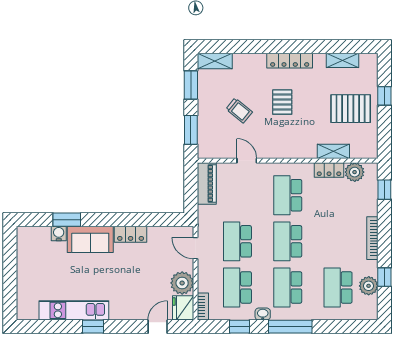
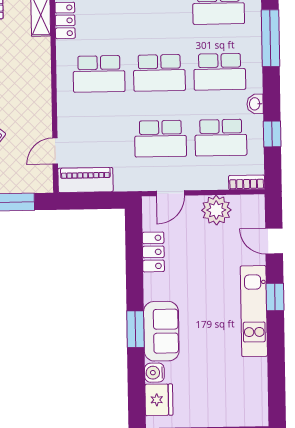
door: (247, 161) -> (55, 151), moved
window: (67, 220) -> (135, 329), moved
locker: (131, 234) -> (153, 252), moved
fridge: (183, 308) -> (159, 400), moved, turned -90
kitchen unit: (74, 310) -> (254, 311), moved
window: (93, 327) -> (275, 297), moved
window: (290, 327) -> (270, 38), moved

